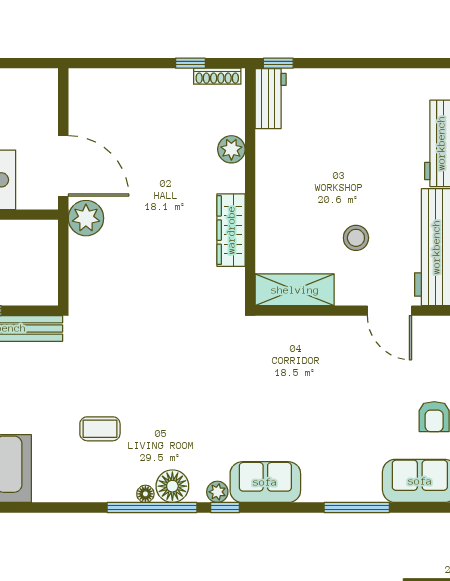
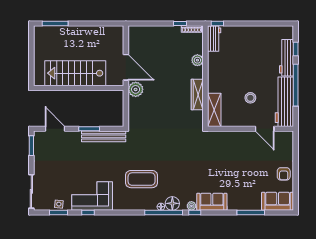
shelving: (295, 290) -> (214, 110), moved, turned 90
coffee table: (100, 429) -> (142, 179), width x1.86, depth x1.72

